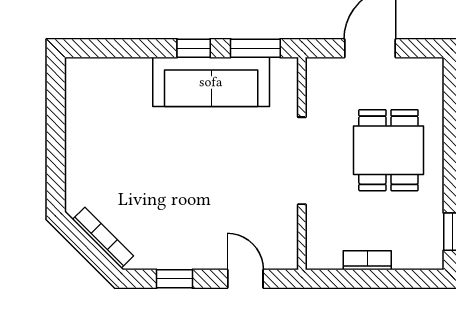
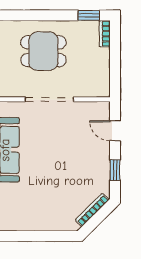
bookcase: (367, 260) -> (105, 34), moved
door: (245, 279) -> (115, 131), hinge flipped

